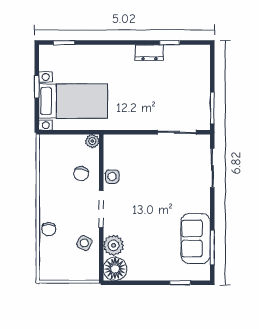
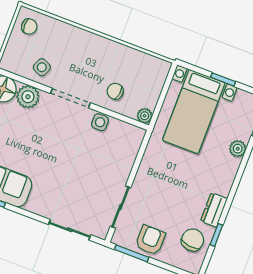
plant: (90, 52) -> (238, 149), added
chair: (182, 61) -> (193, 240), added
armchair: (195, 97) -> (150, 240), added
chair: (49, 229) -> (29, 27), moved, turned 180

